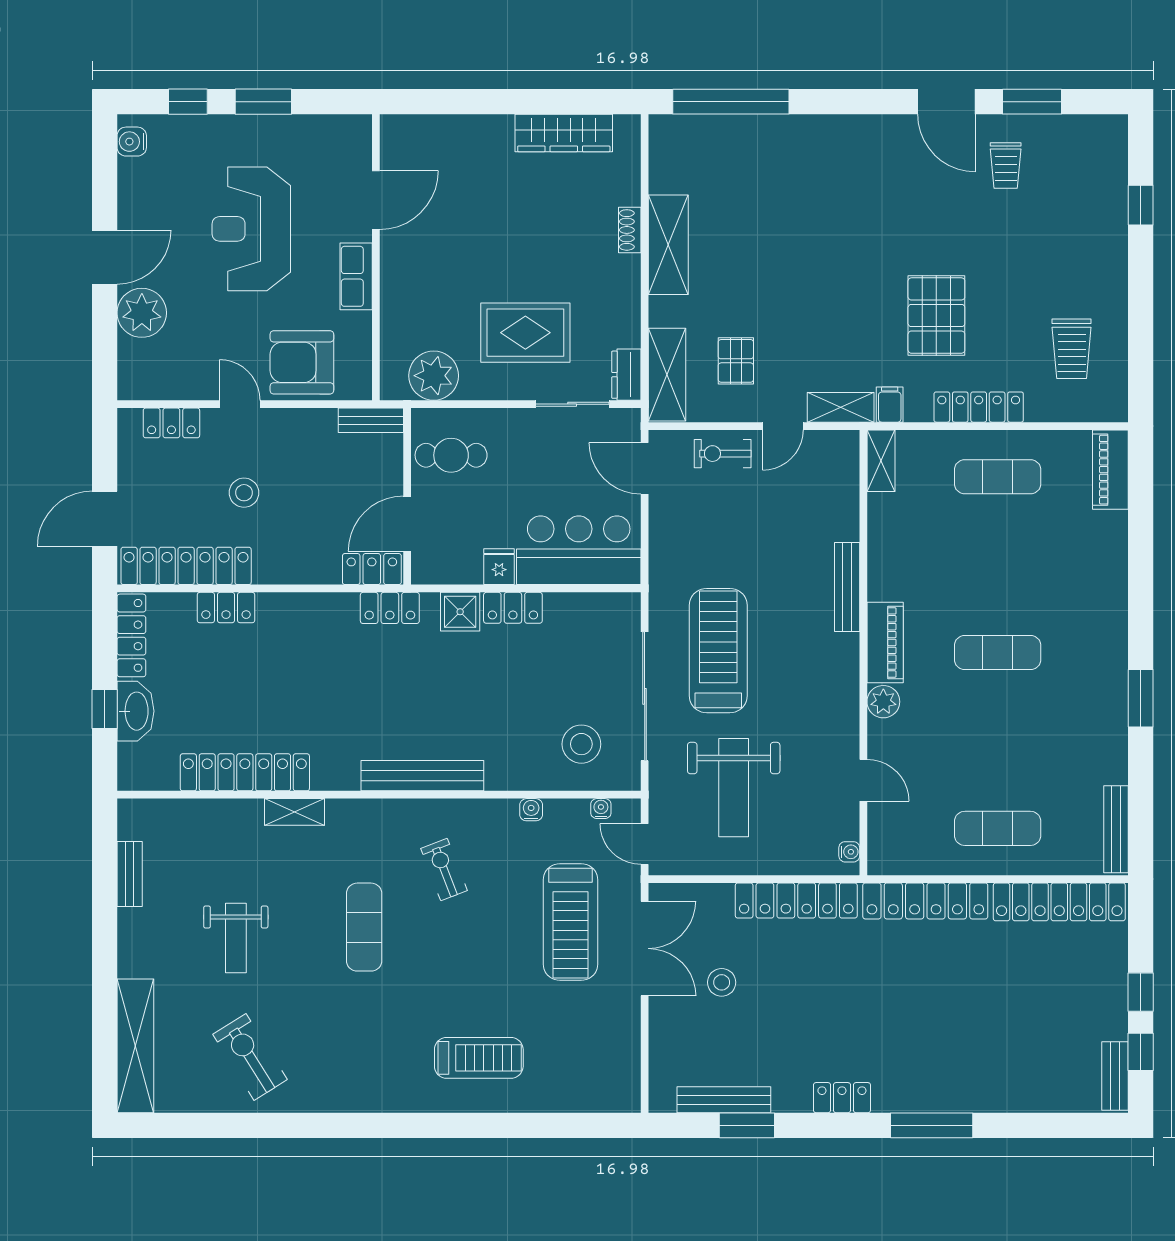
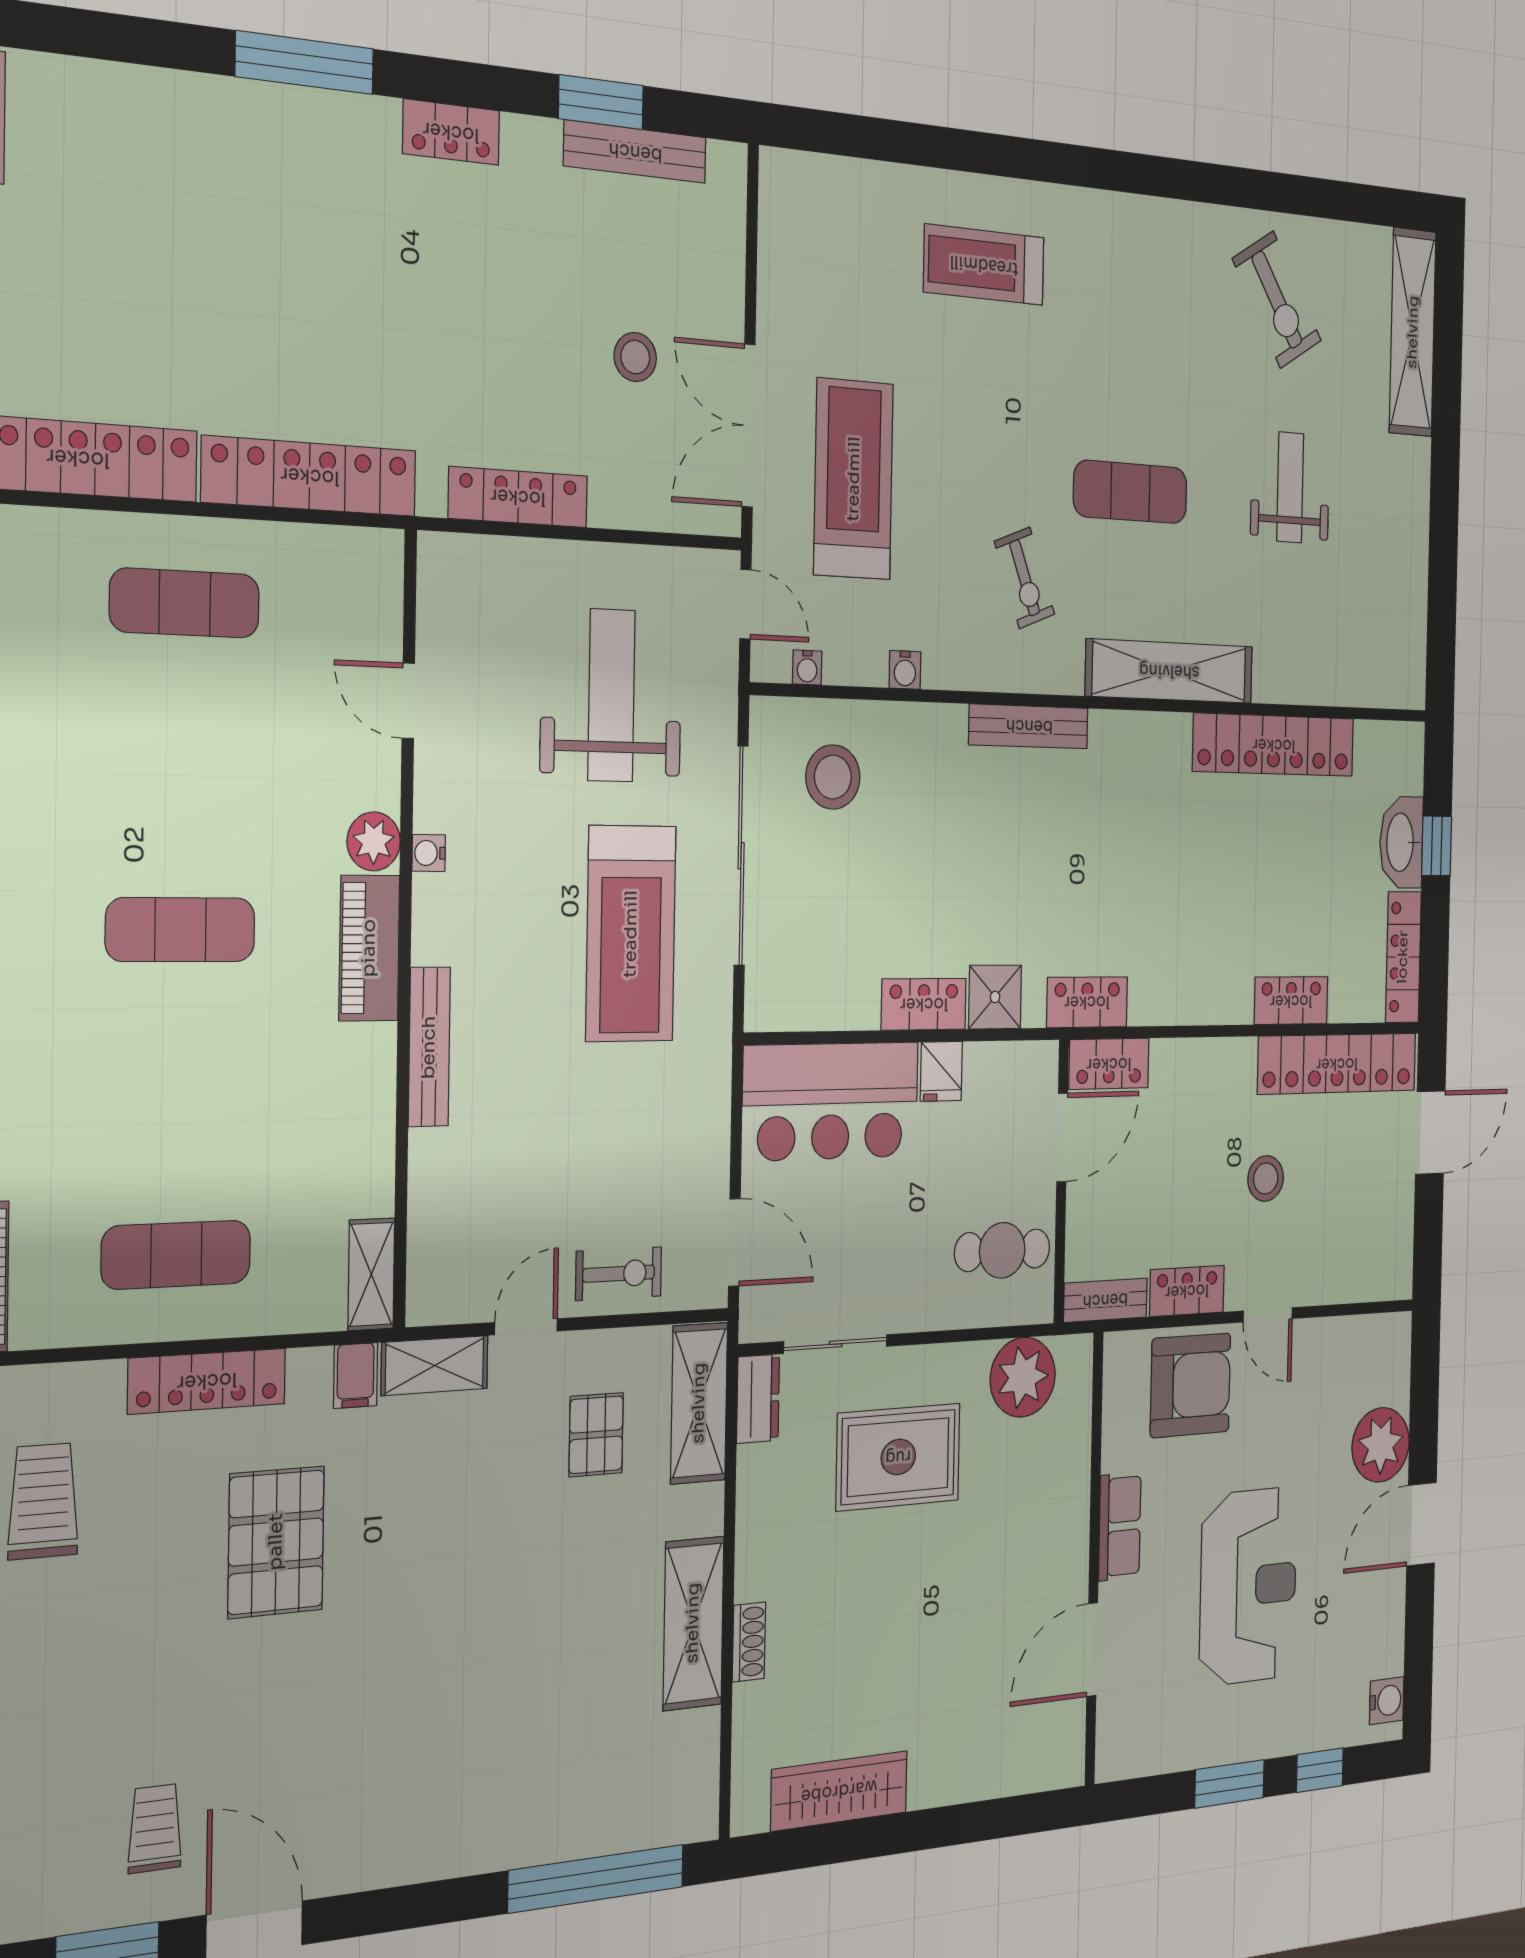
locker: (171, 423) -> (1187, 1291), moved
bench: (422, 776) -> (1029, 726), width x0.73, depth x0.82
shelving: (295, 812) -> (1169, 671), width x2.20, depth x1.33
water cooler: (849, 852) -> (429, 853), moved
bench: (130, 874) -> (1414, 595), removed
locker: (796, 901) -> (518, 497), width x0.71, depth x0.83
exercise mat: (364, 927) -> (1130, 492), turned 90

